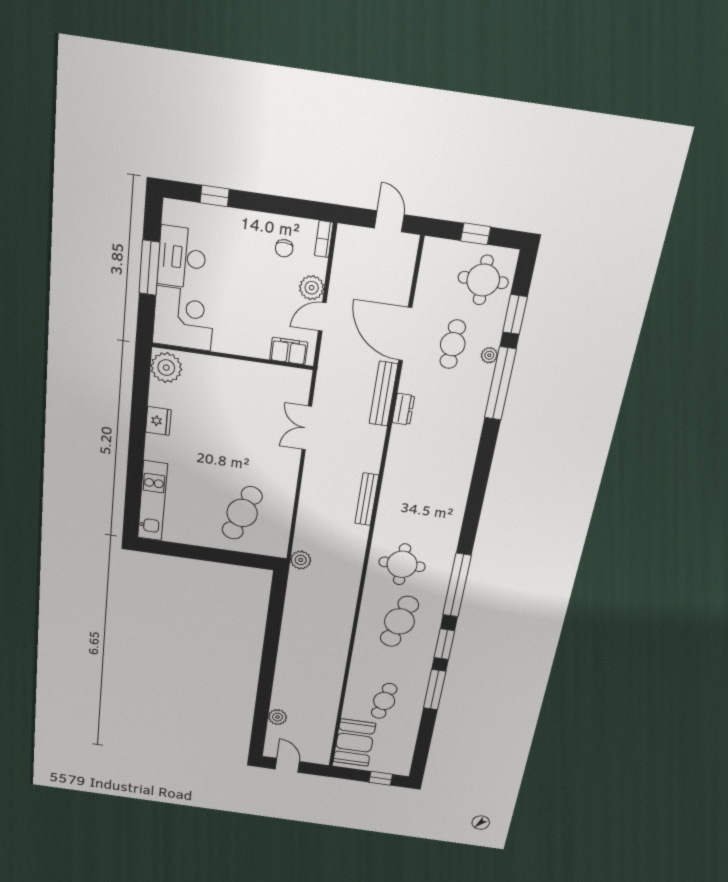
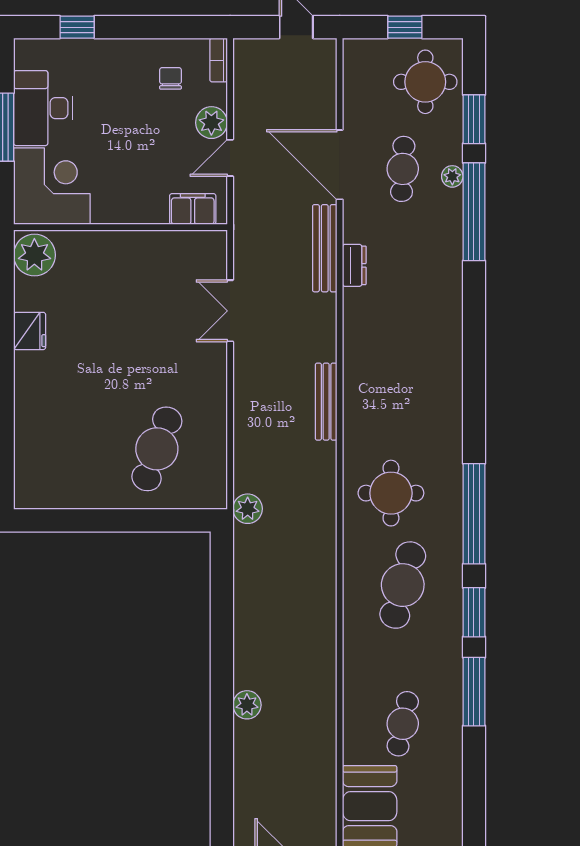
chair: (284, 248) -> (170, 78), turned 180
kitchen unit: (153, 501) -> (30, 450), removed
plant: (278, 717) -> (247, 705), moved

